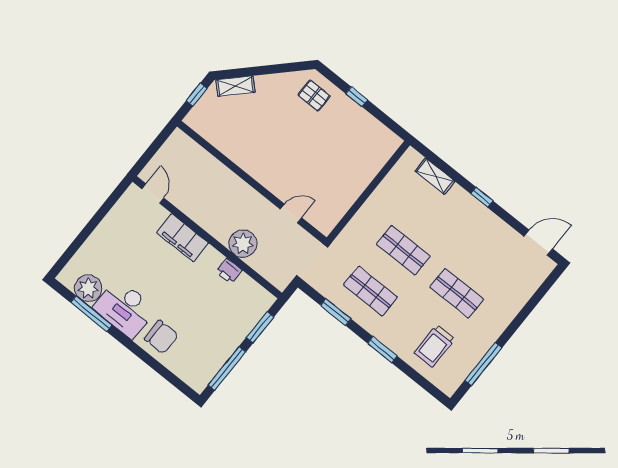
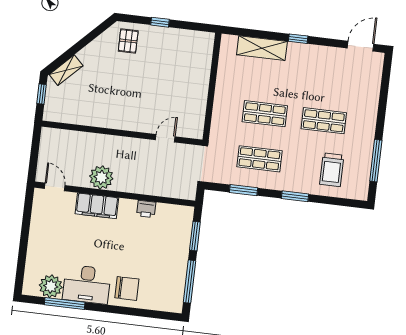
pallet: (314, 96) -> (128, 41), turned 90
shelving: (435, 176) -> (262, 48), width x1.50, depth x1.33
plant: (243, 244) -> (101, 177), moved

